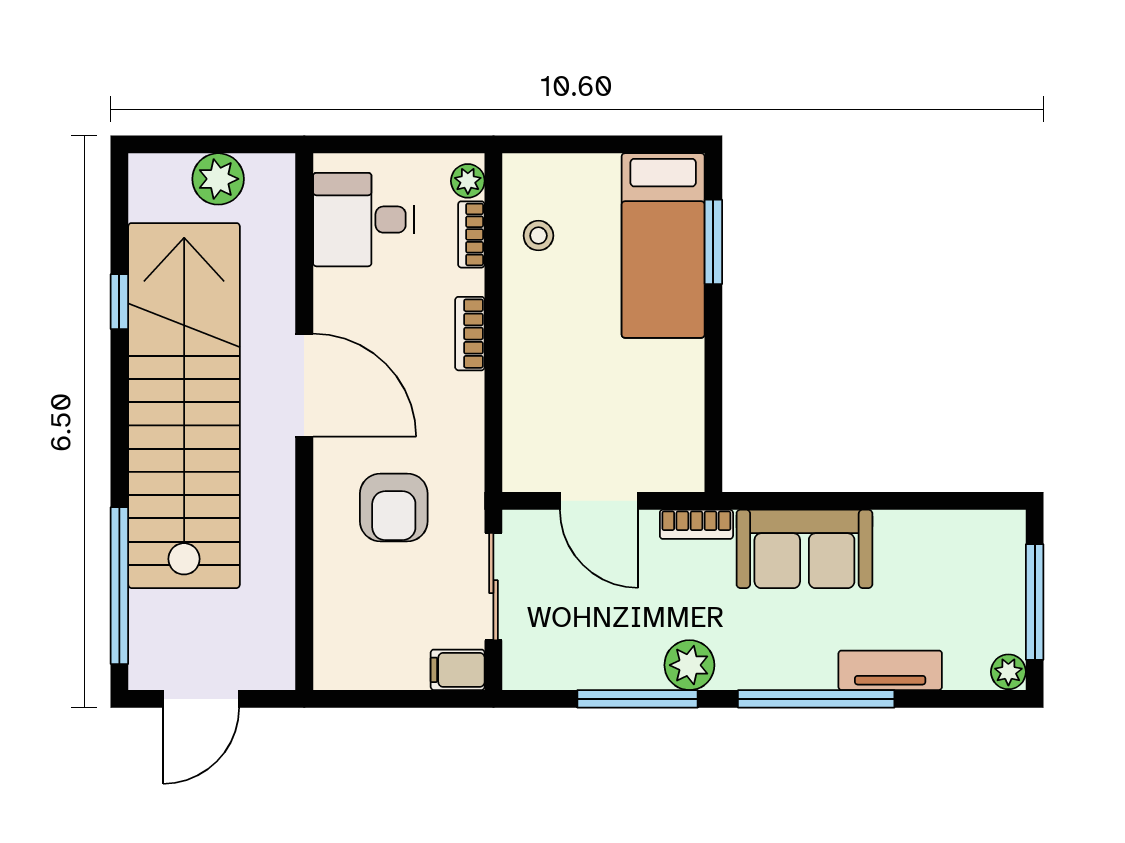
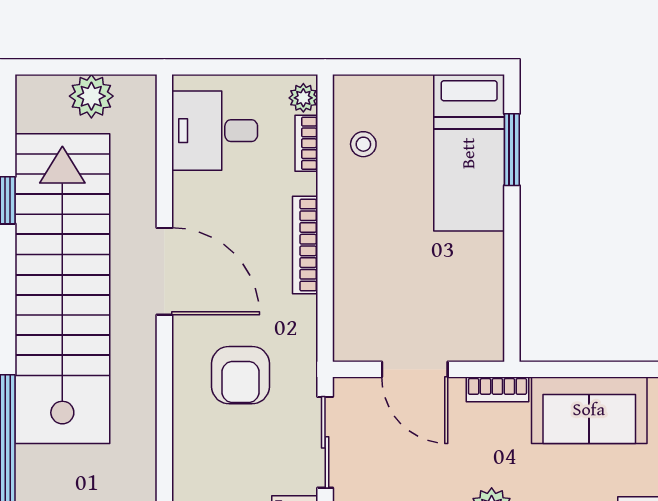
bookcase: (470, 334) -> (305, 245), width x1.56

